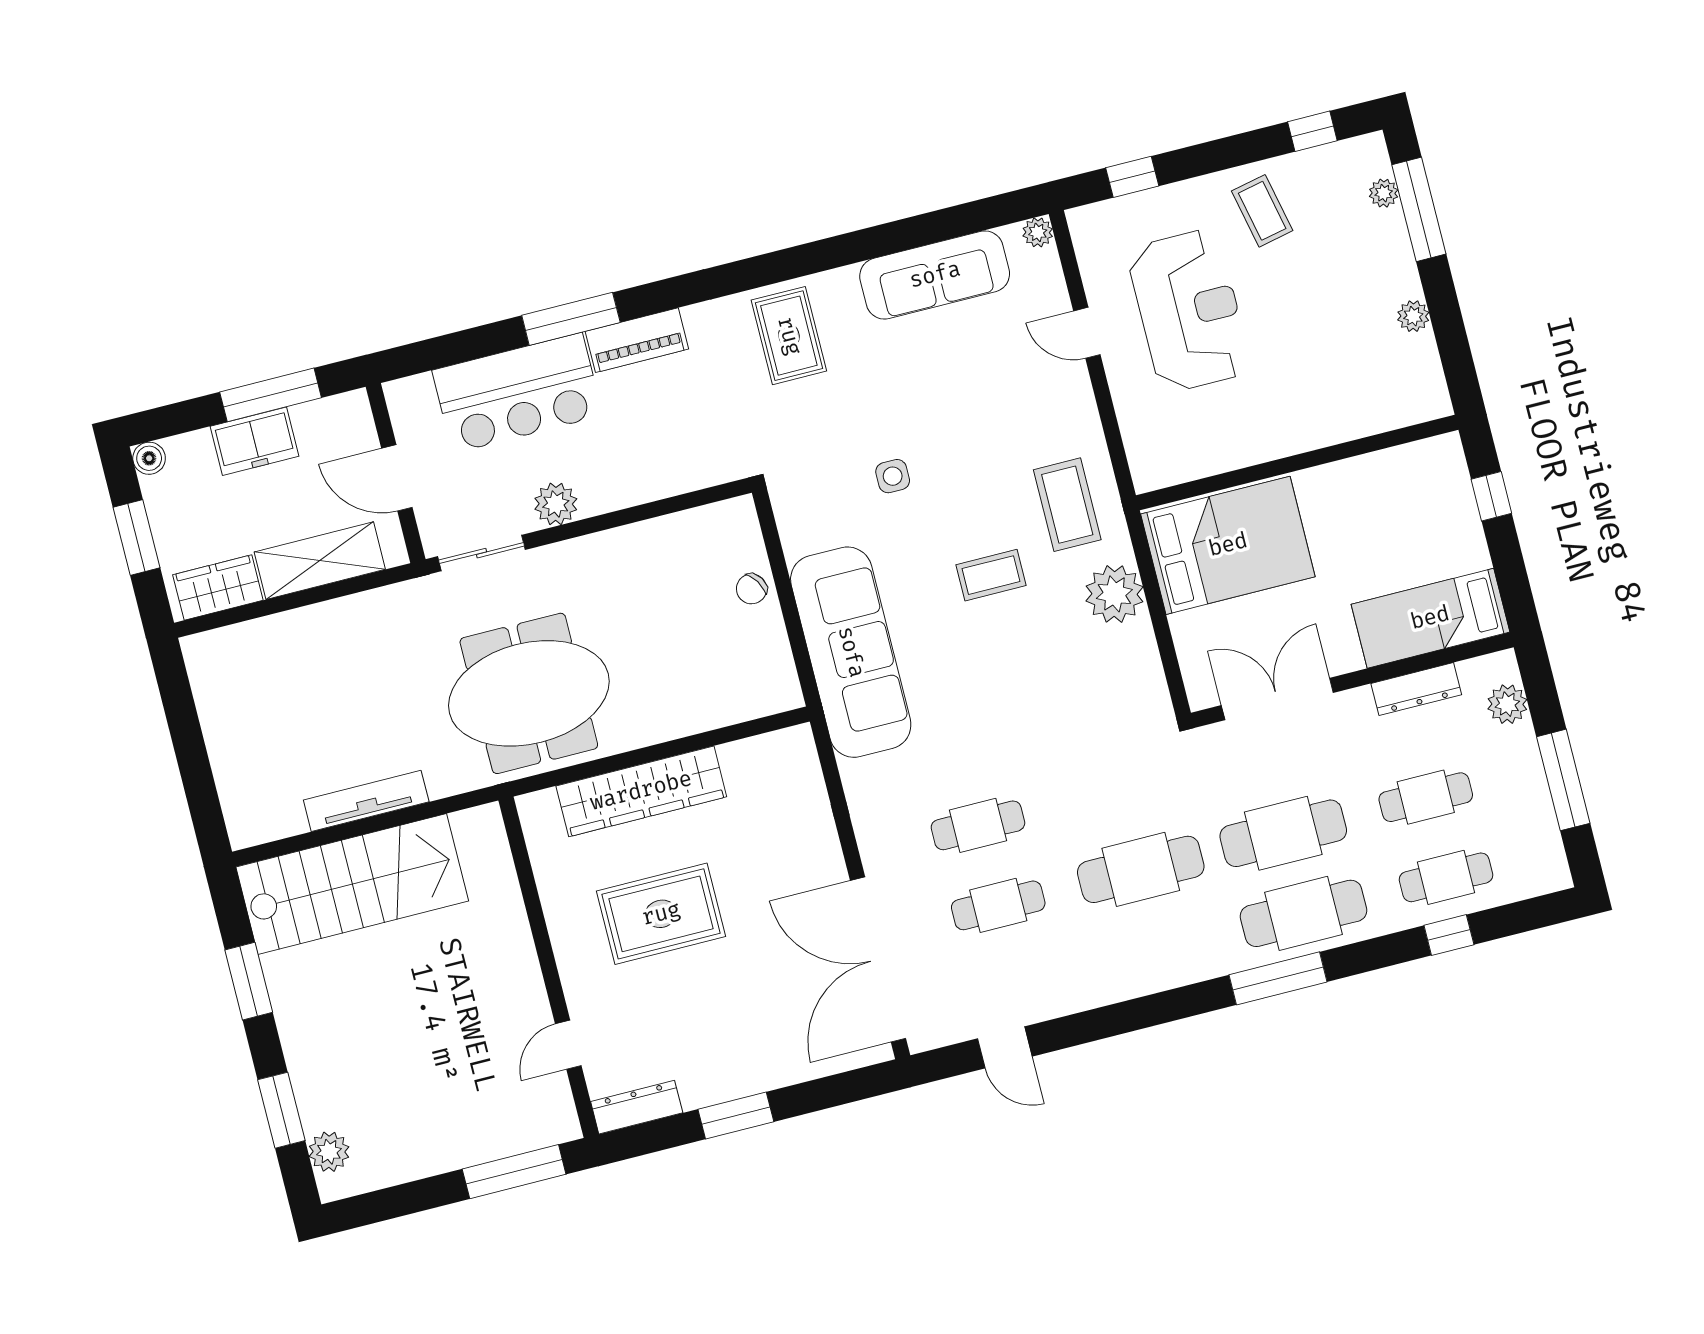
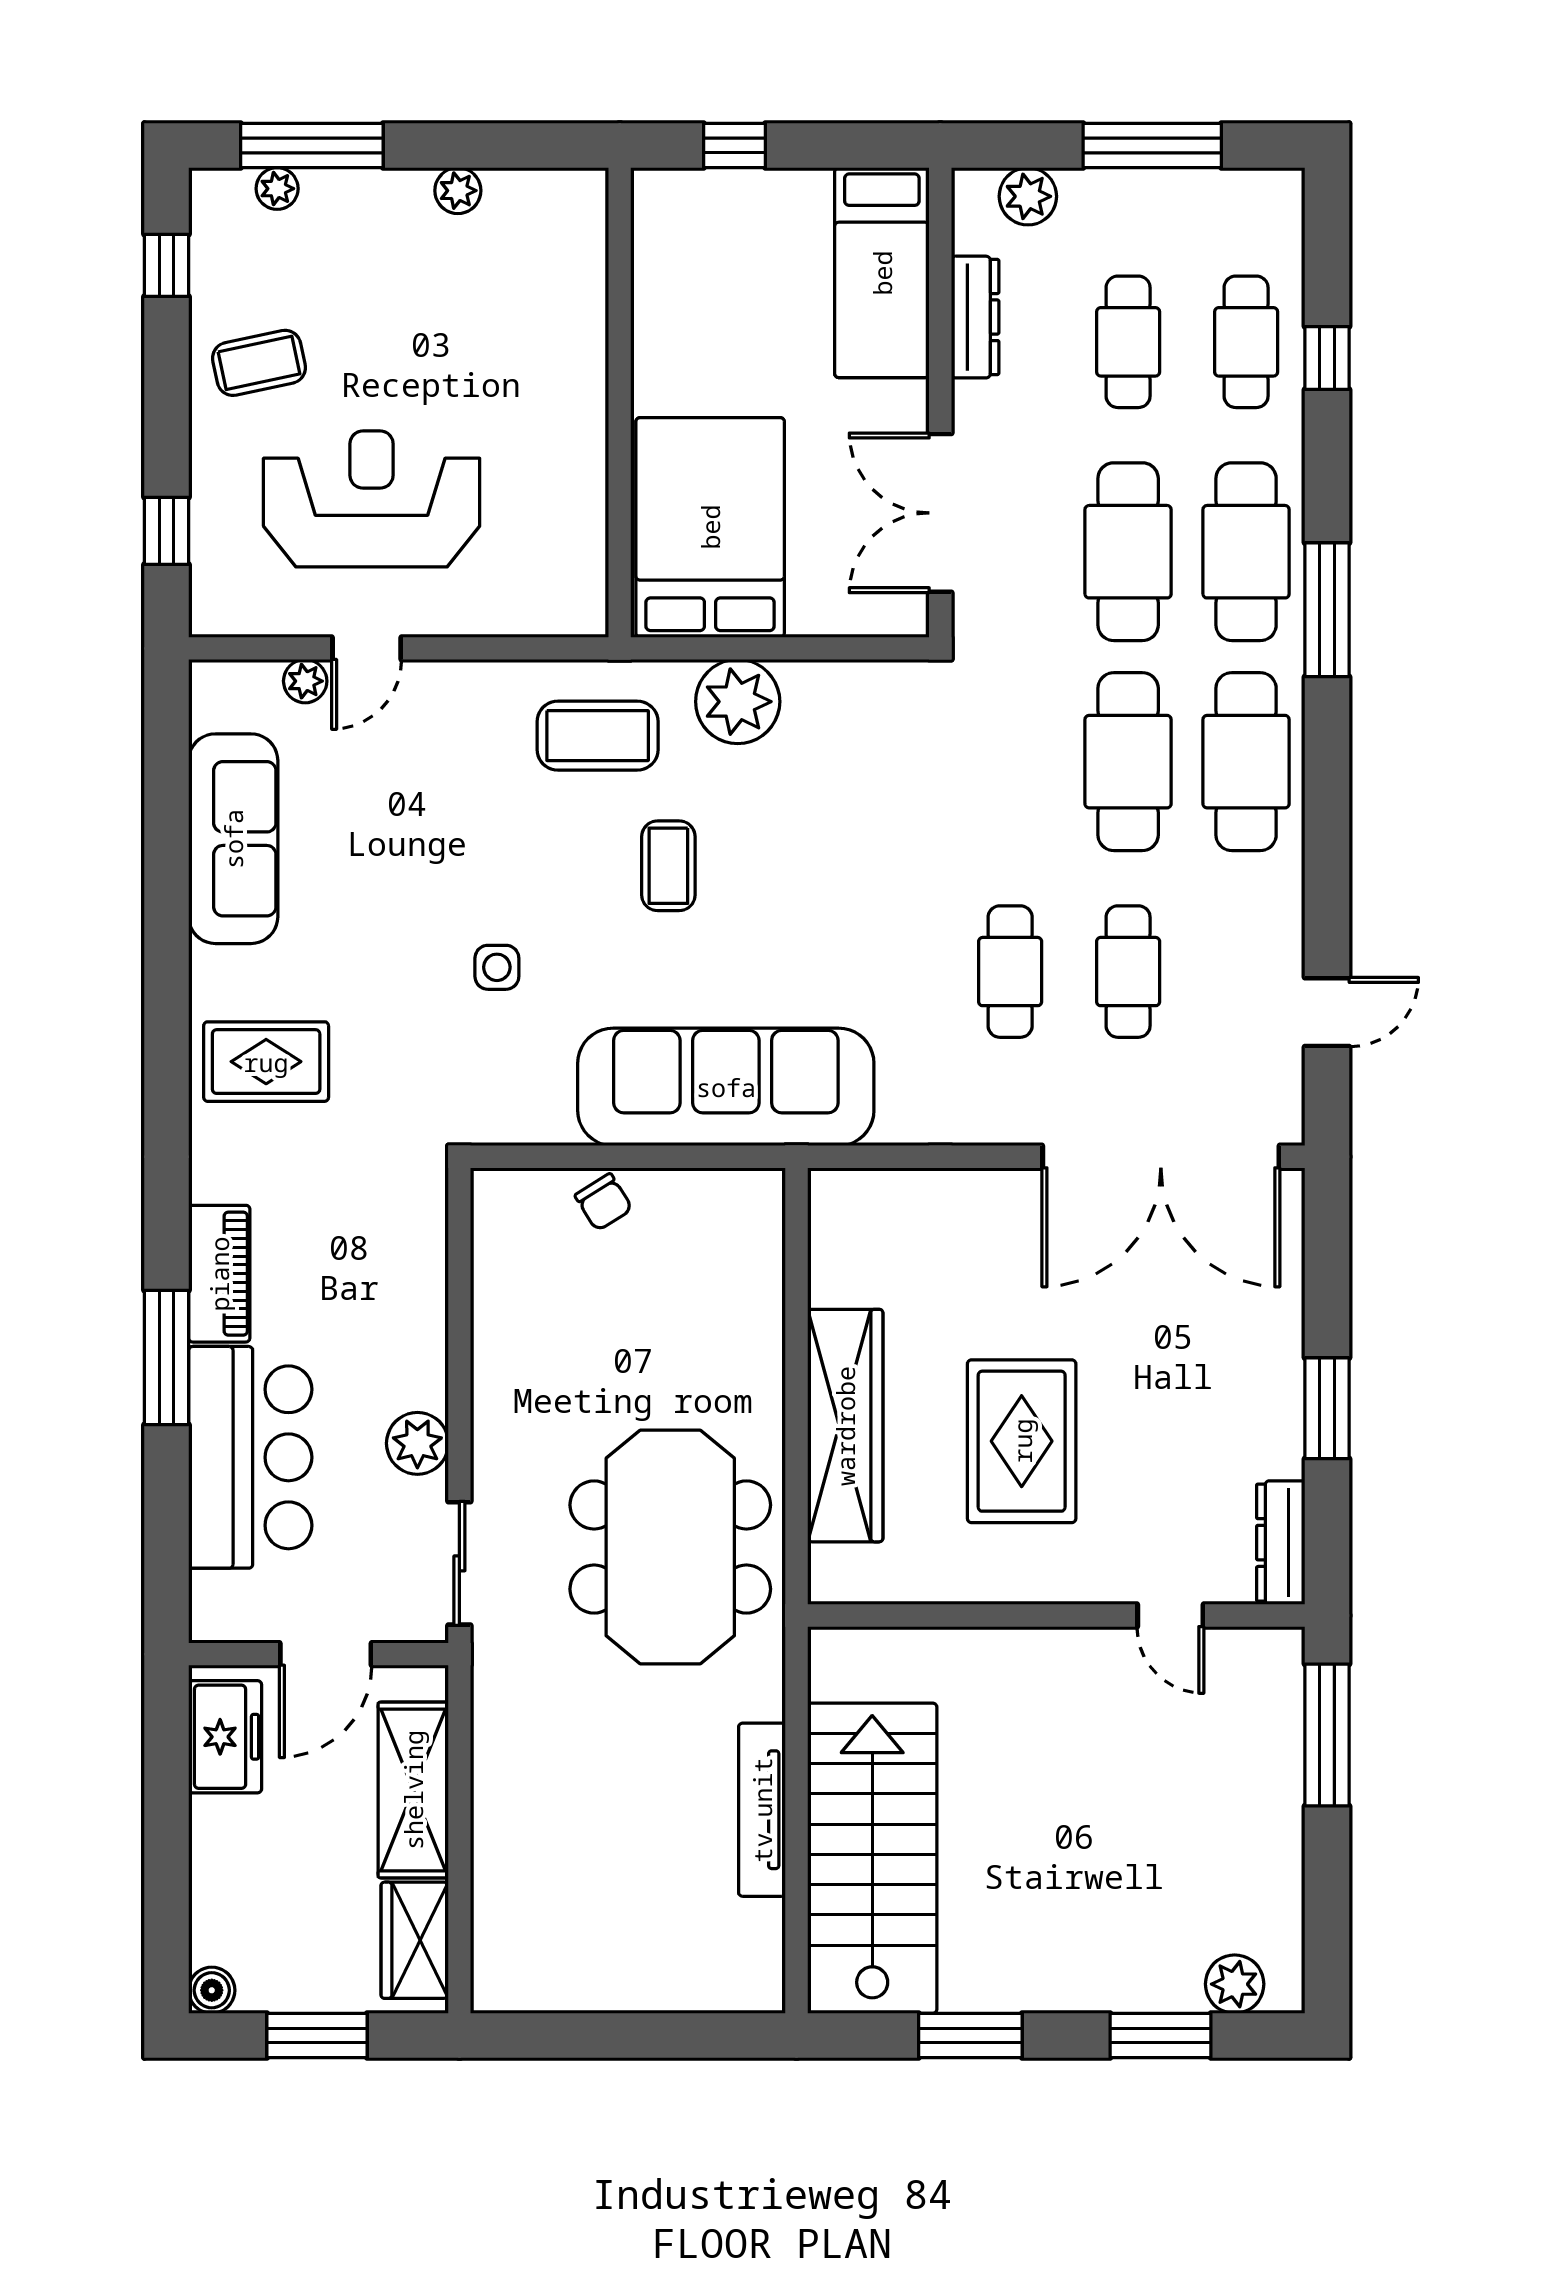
plant: (1038, 232) -> (305, 681), moved
window: (271, 395) -> (167, 1800), removed
freezer: (255, 441) -> (225, 1737), moved
cafe table: (1161, 949) -> (1246, 762), added

